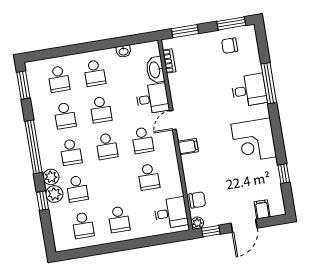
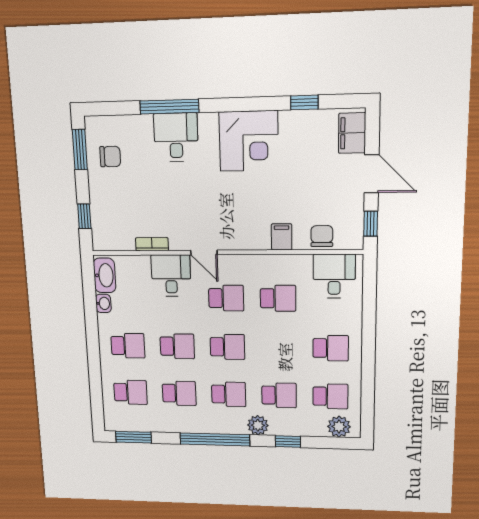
window: (185, 31) -> (84, 216), width x0.67
chair: (230, 46) -> (110, 157), turned -90
bookcase: (169, 61) -> (152, 244), moved
washbasin: (155, 70) -> (105, 275), moved, turned -90
filing cabinet: (188, 147) -> (282, 237), moved
plant: (54, 194) -> (339, 427), moved
filing cabinet: (262, 209) -> (352, 133), width x2.00
plant: (197, 223) -> (355, 241), removed

